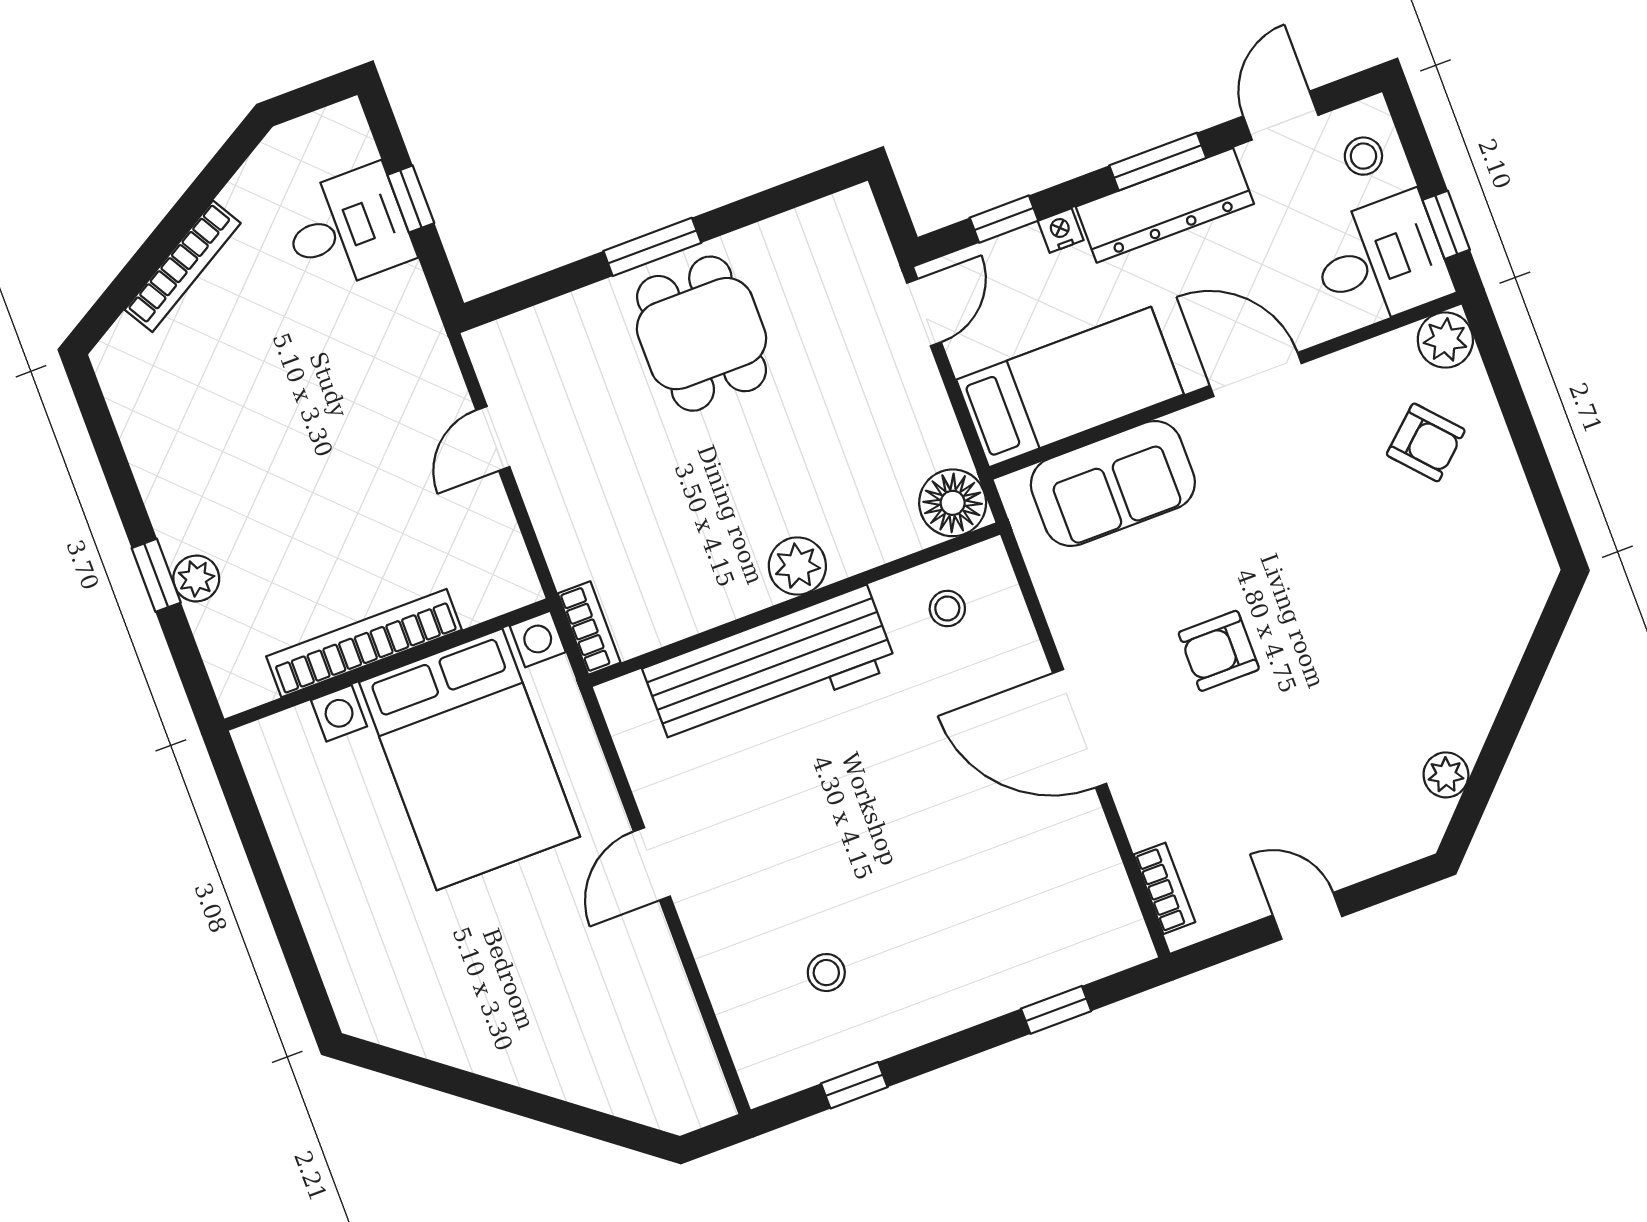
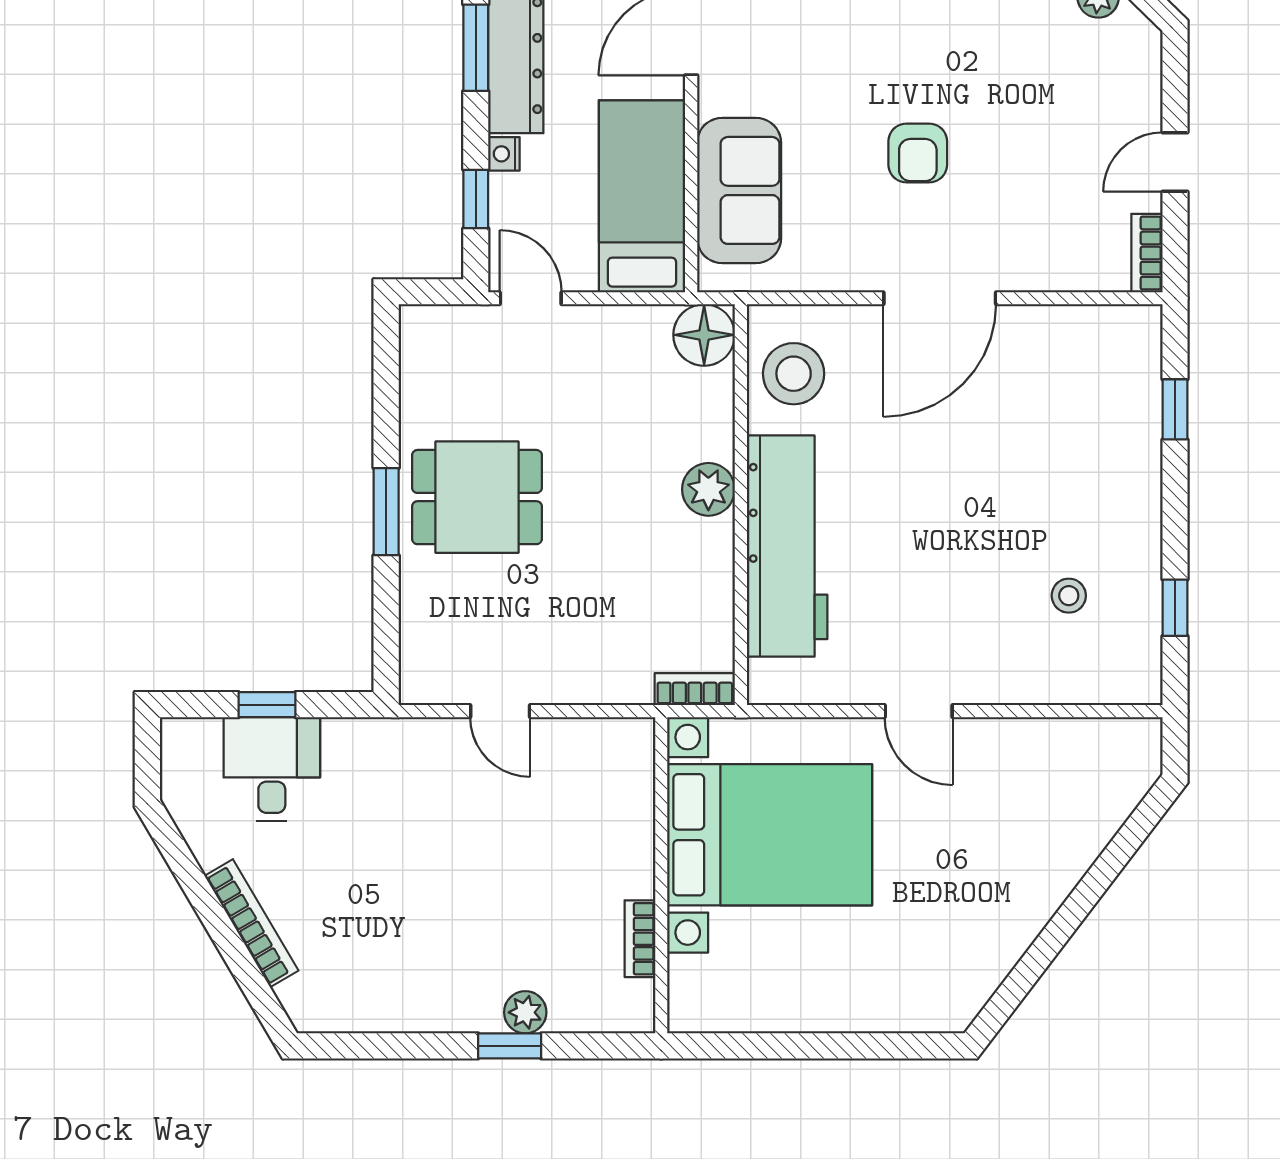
stool: (947, 608) -> (794, 374), width x1.89, depth x1.89
bookcase: (364, 643) -> (640, 939), width x0.43, depth x0.76
bookcase: (1164, 888) -> (1147, 253), moved, turned -90

